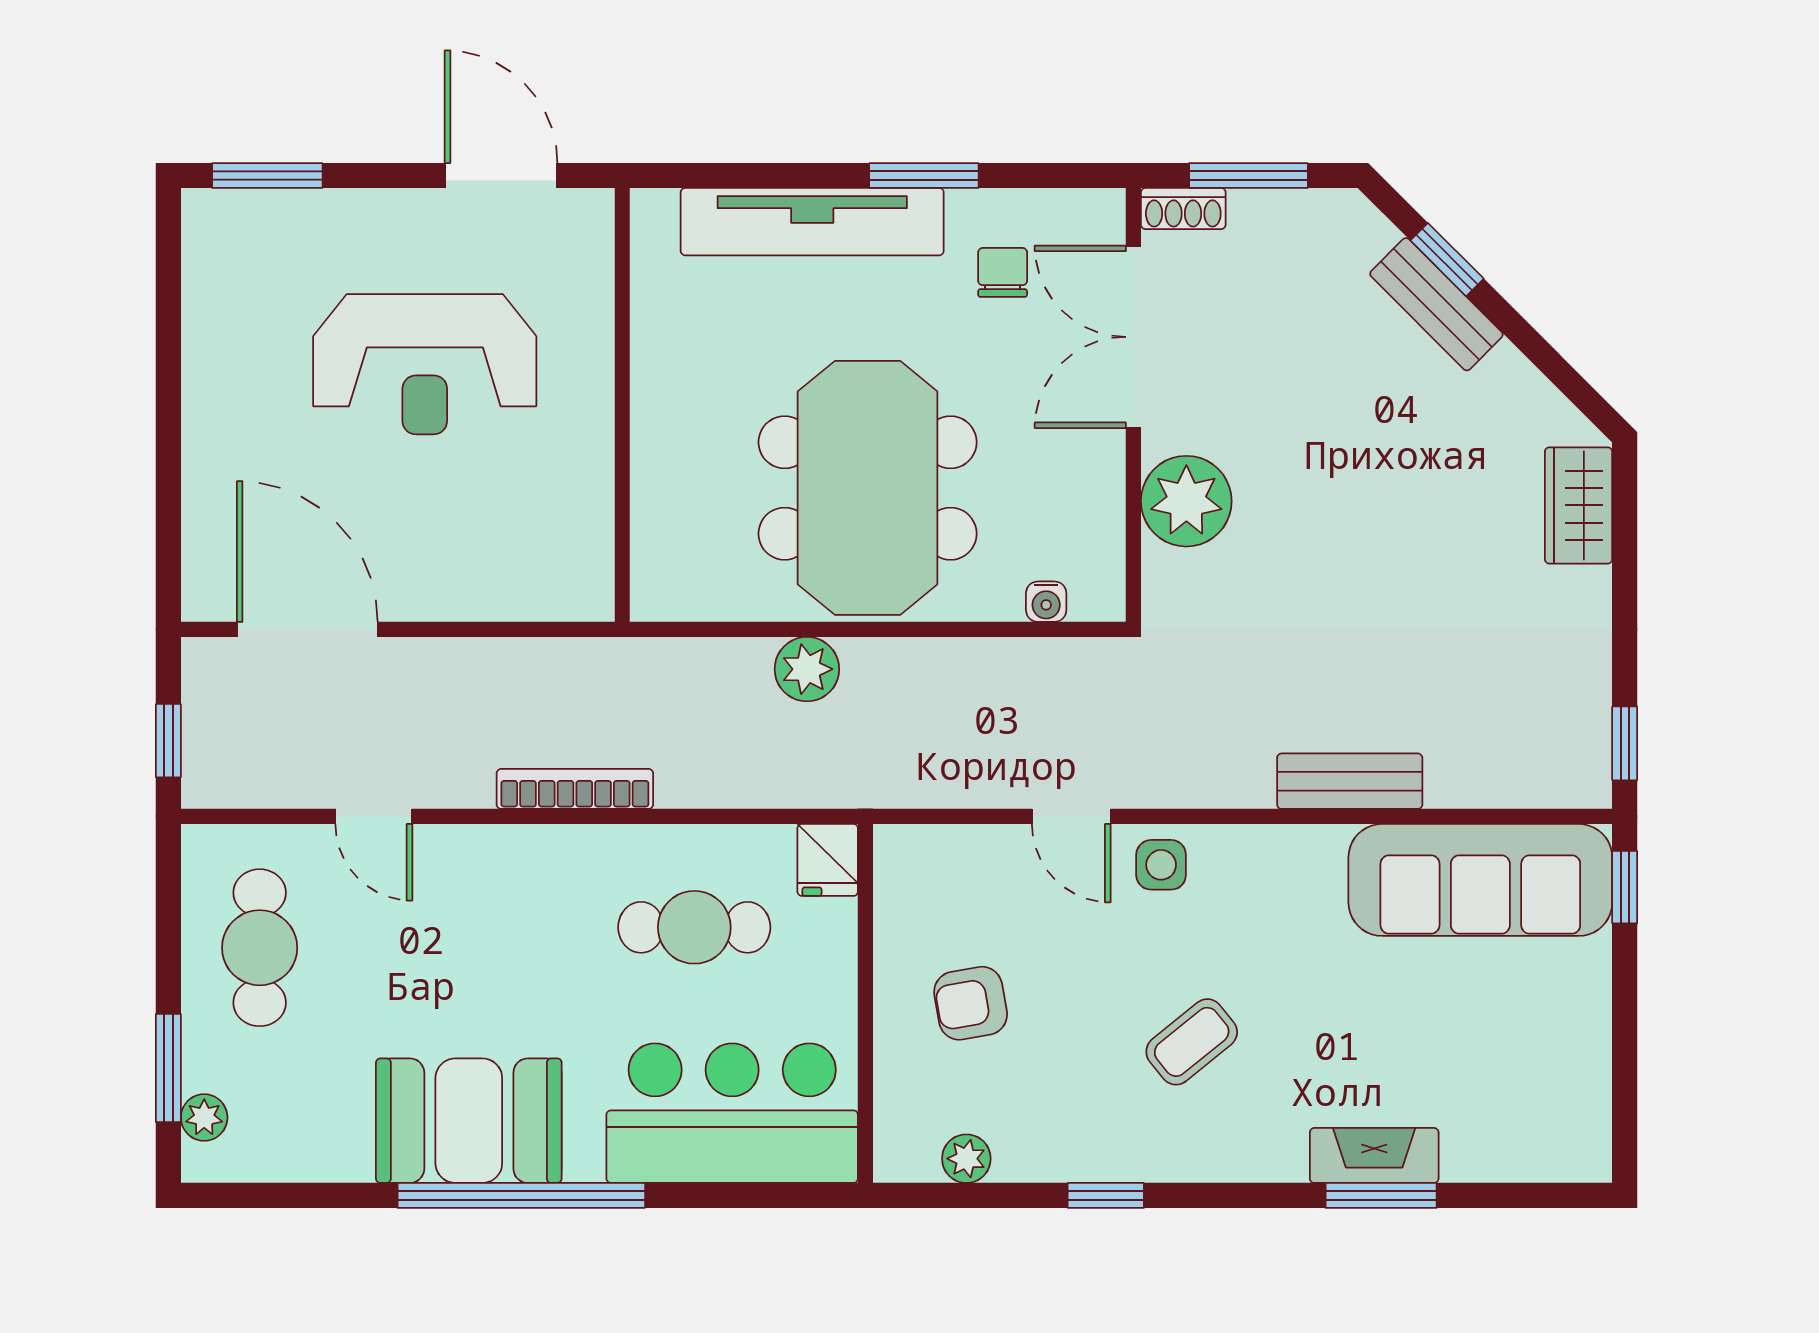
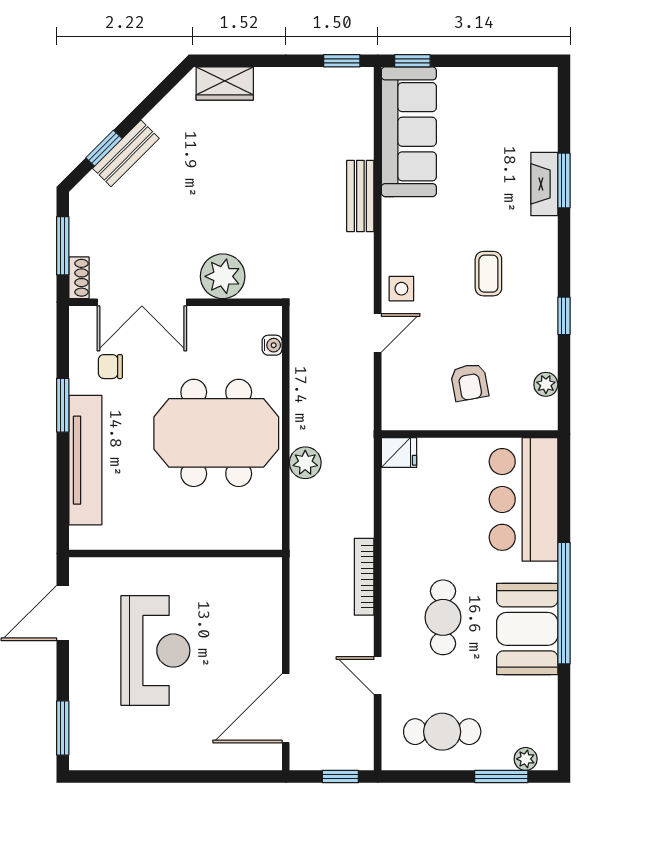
door: (374, 816) -> (378, 676), swing flipped
cafe table: (694, 927) -> (443, 617), moved
coffee table: (1192, 1042) -> (488, 274), turned 39

